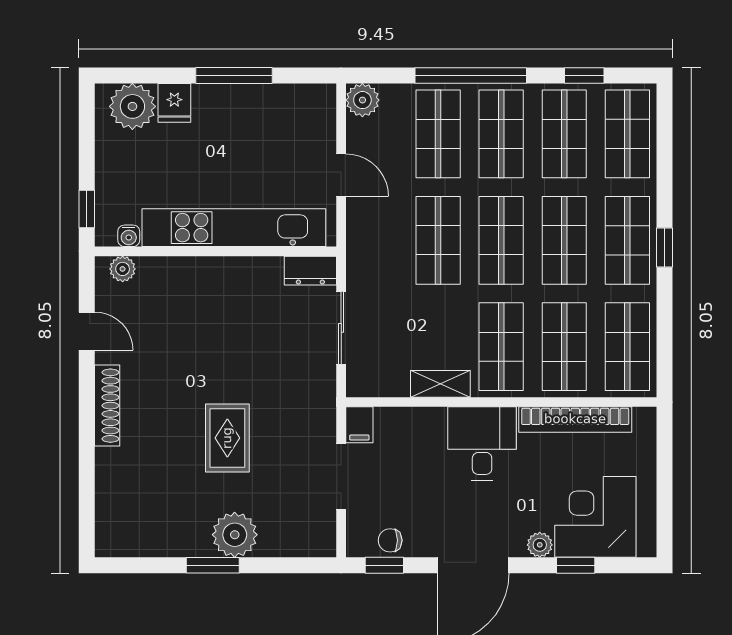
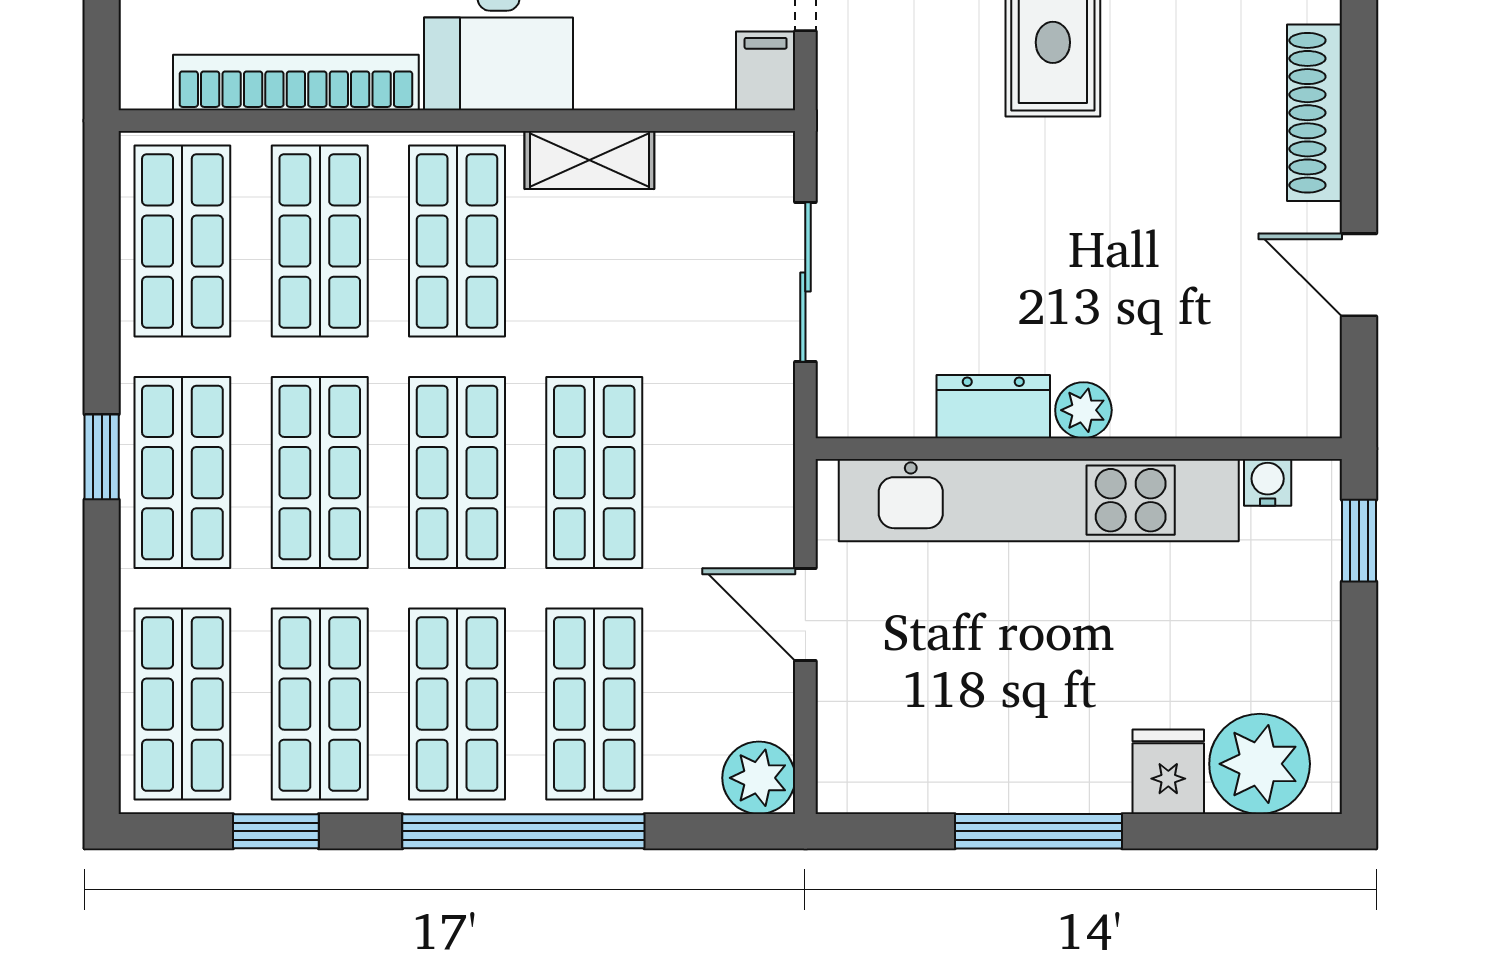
plant: (123, 269) -> (1083, 410), moved
dresser: (310, 271) -> (993, 407), moved

